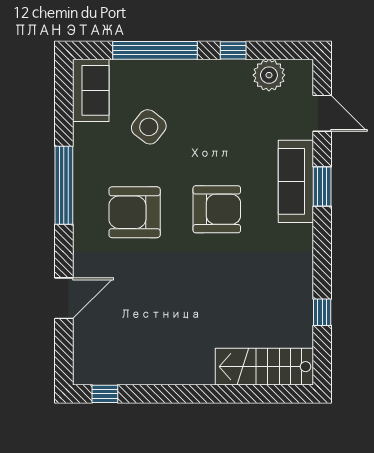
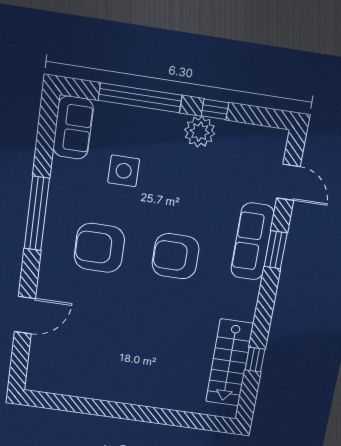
plant: (269, 75) -> (200, 132), moved
side table: (149, 127) -> (124, 171), turned -38
armchair: (217, 209) -> (176, 256), turned 180
stairs: (264, 367) -> (230, 363), moved, turned -90
window: (105, 394) -> (52, 401), removed

